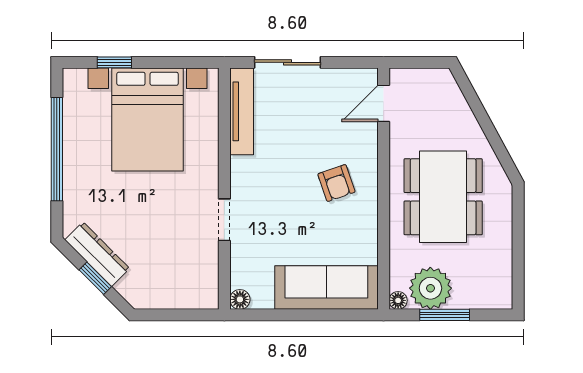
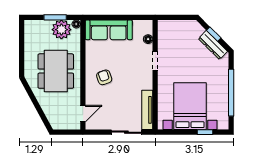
floor lamp: (240, 299) -> (148, 39), moved

